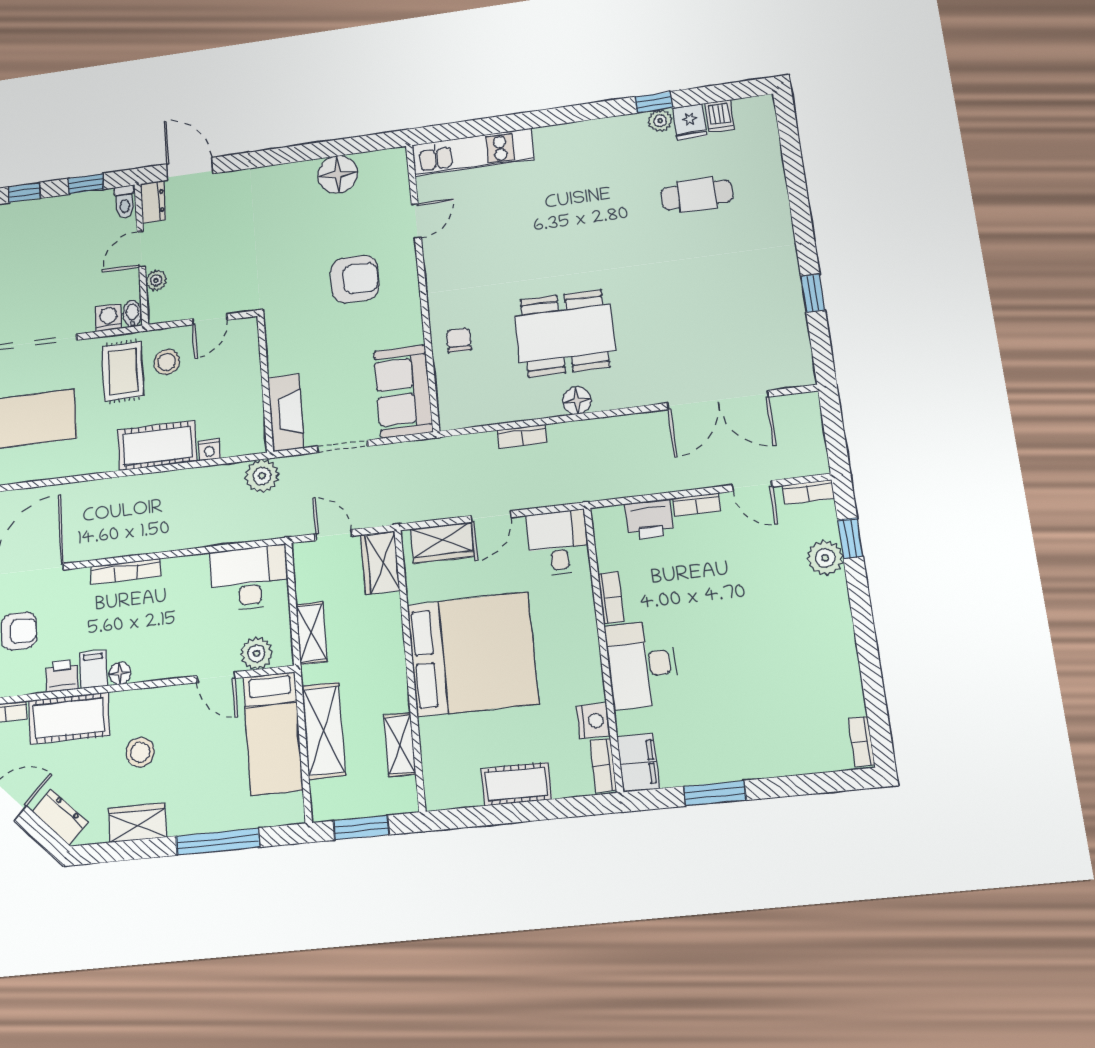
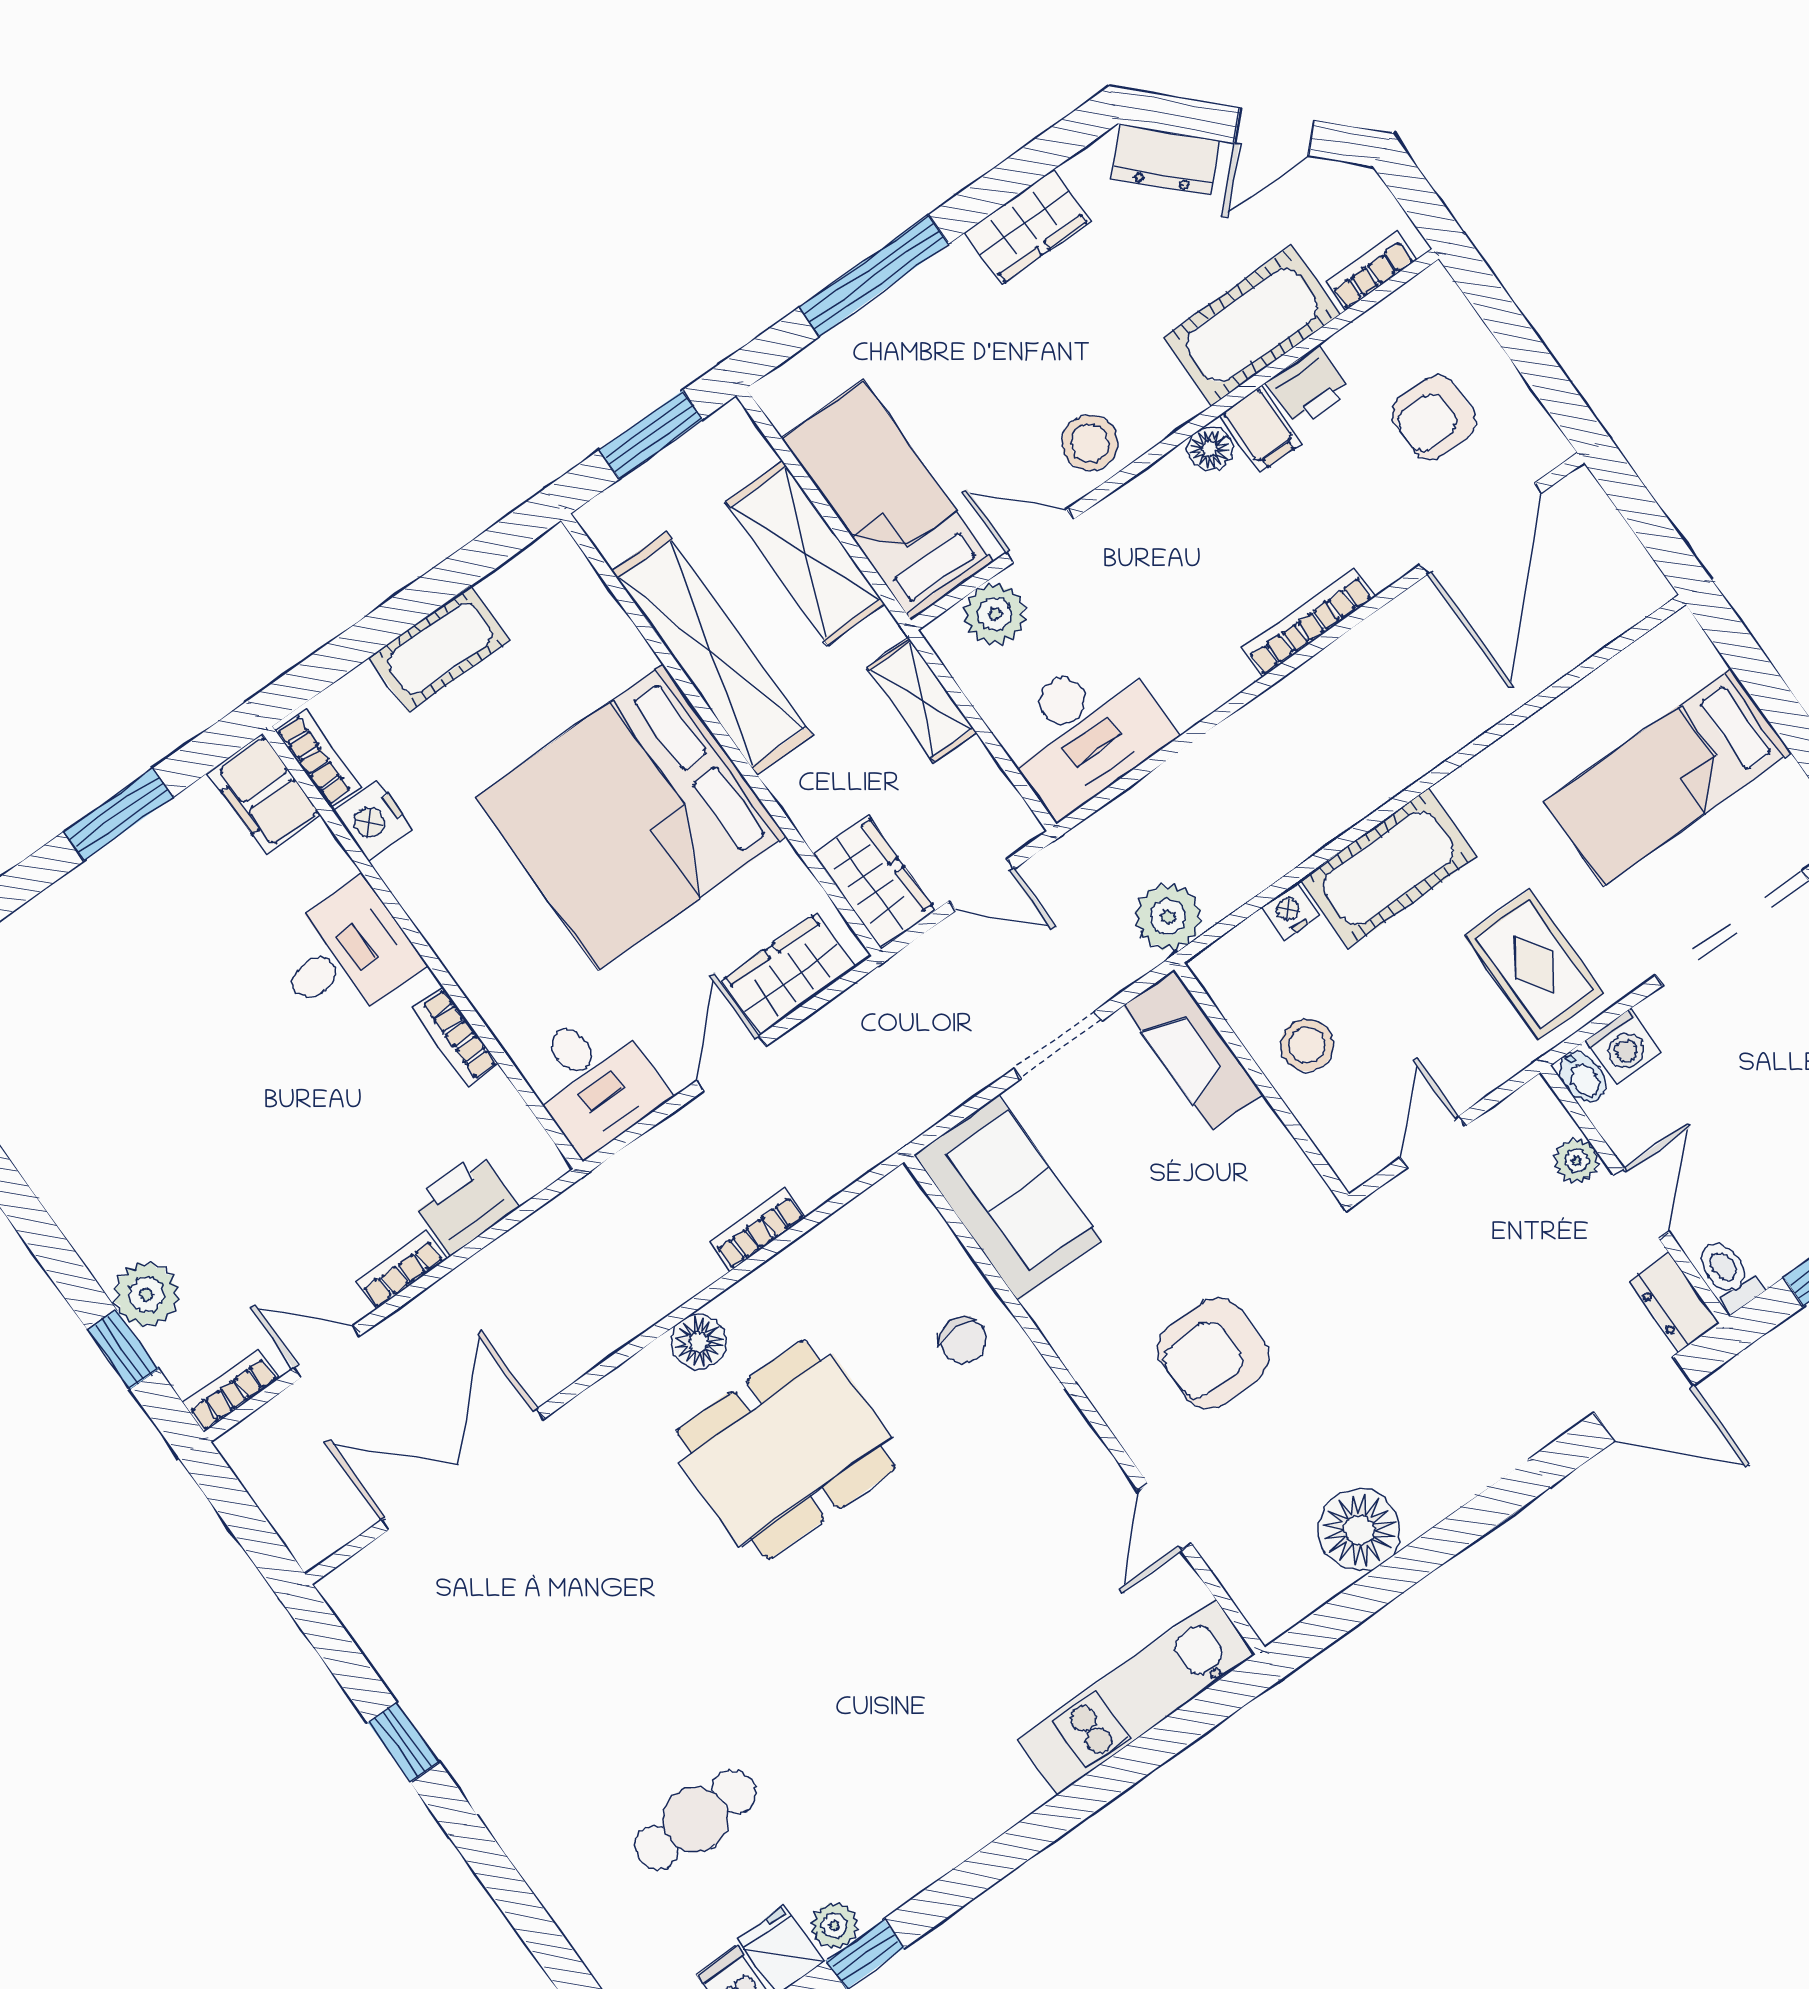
stool: (167, 362) -> (1307, 1045), moved
desk: (642, 665) -> (345, 955), width x0.73
shelving: (400, 745) -> (712, 653), width x2.20, depth x1.33
stool: (140, 752) -> (1090, 443), moved

